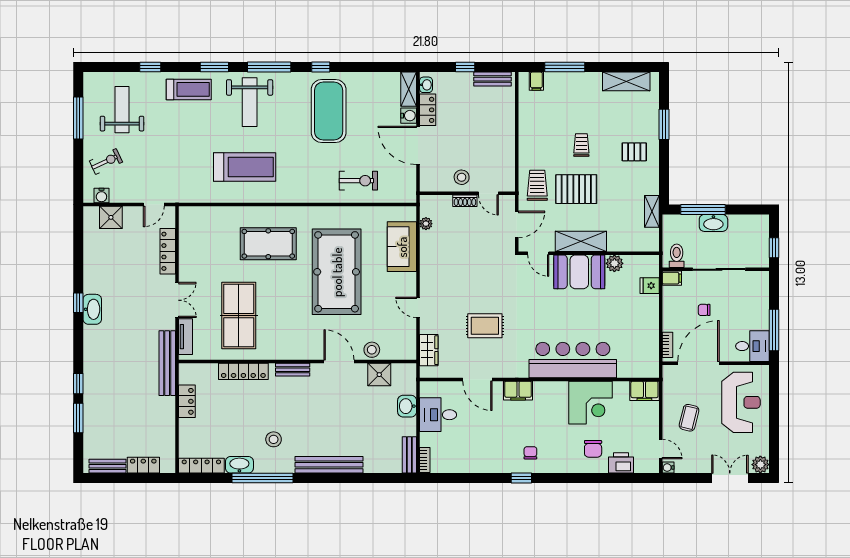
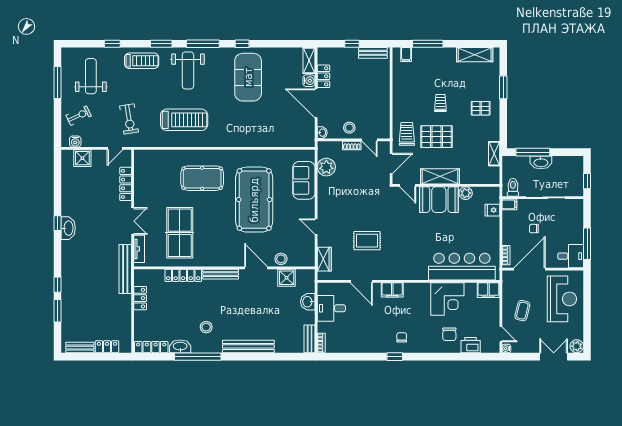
washbasin: (426, 85) -> (322, 133), moved
exercise bike: (358, 181) -> (129, 119), moved, turned 81
plant: (426, 224) -> (326, 167), width x1.87, depth x1.87
bar counter: (573, 360) -> (462, 267), moved
bench: (293, 370) -> (221, 274), width x1.36

